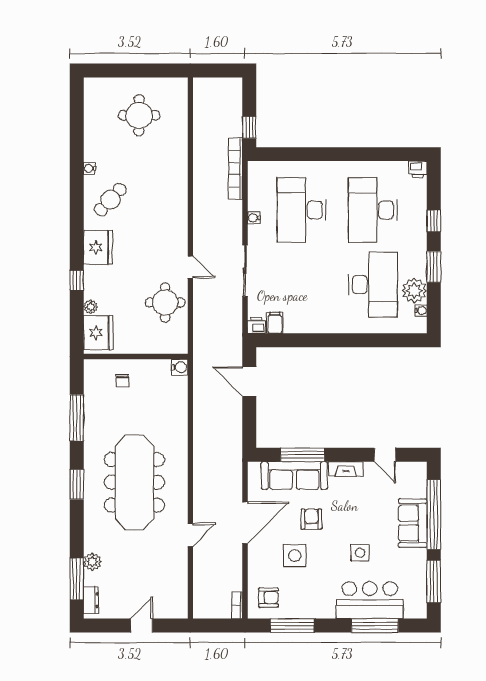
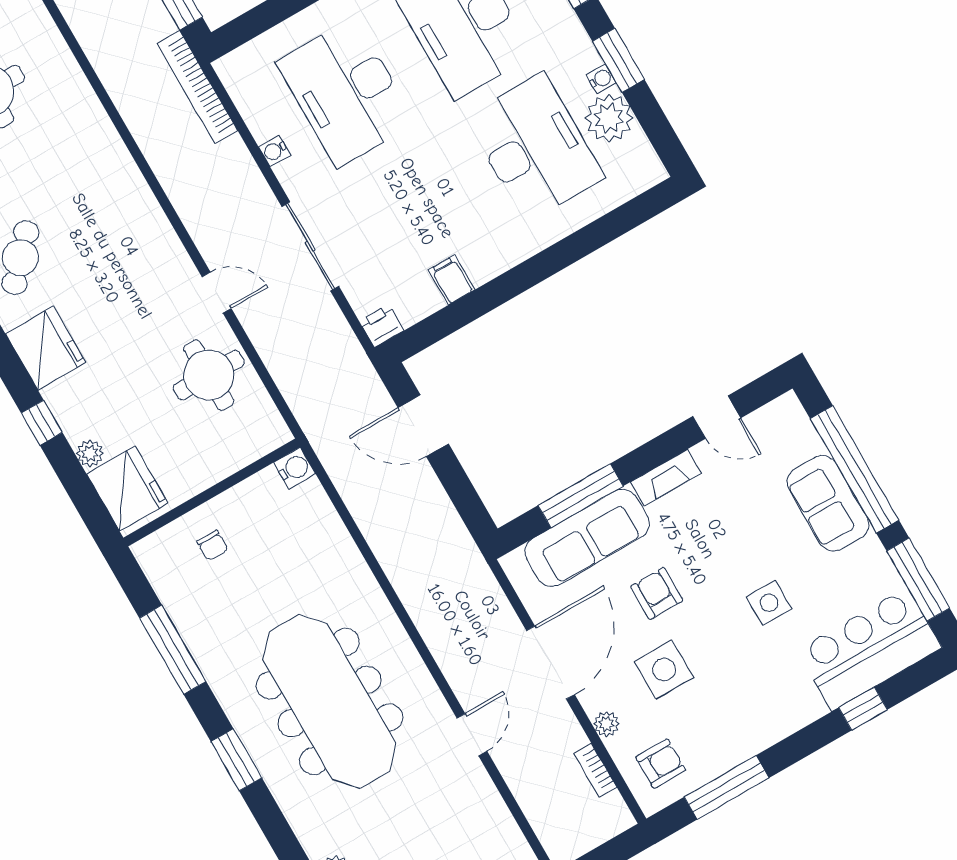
water cooler: (421, 311) -> (601, 79), moved
filing cabinet: (275, 323) -> (451, 280), moved
plant: (254, 565) -> (606, 724), added
bar counter: (370, 600) -> (869, 649), moved
bookcase: (237, 605) -> (595, 770), moved
window: (375, 626) -> (863, 709), width x0.46

